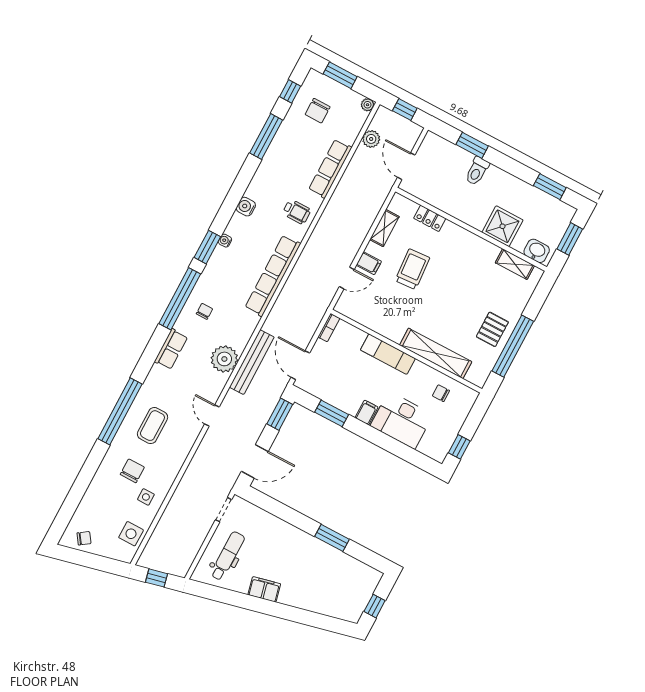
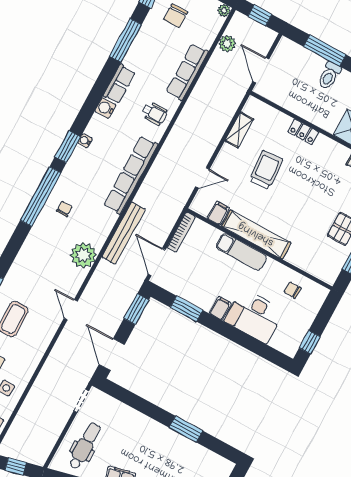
window: (472, 145) -> (325, 51), width x1.44
locker: (430, 218) -> (303, 132), moved
filing cabinet: (369, 263) -> (218, 213), moved, turned -90
bookcase: (329, 328) -> (181, 232), width x1.56
row of seats: (171, 349) -> (119, 84), moved
shelving: (436, 353) -> (256, 234), moved
bench: (252, 362) -> (124, 233), moved
door: (255, 461) -> (112, 354), swing flipped

